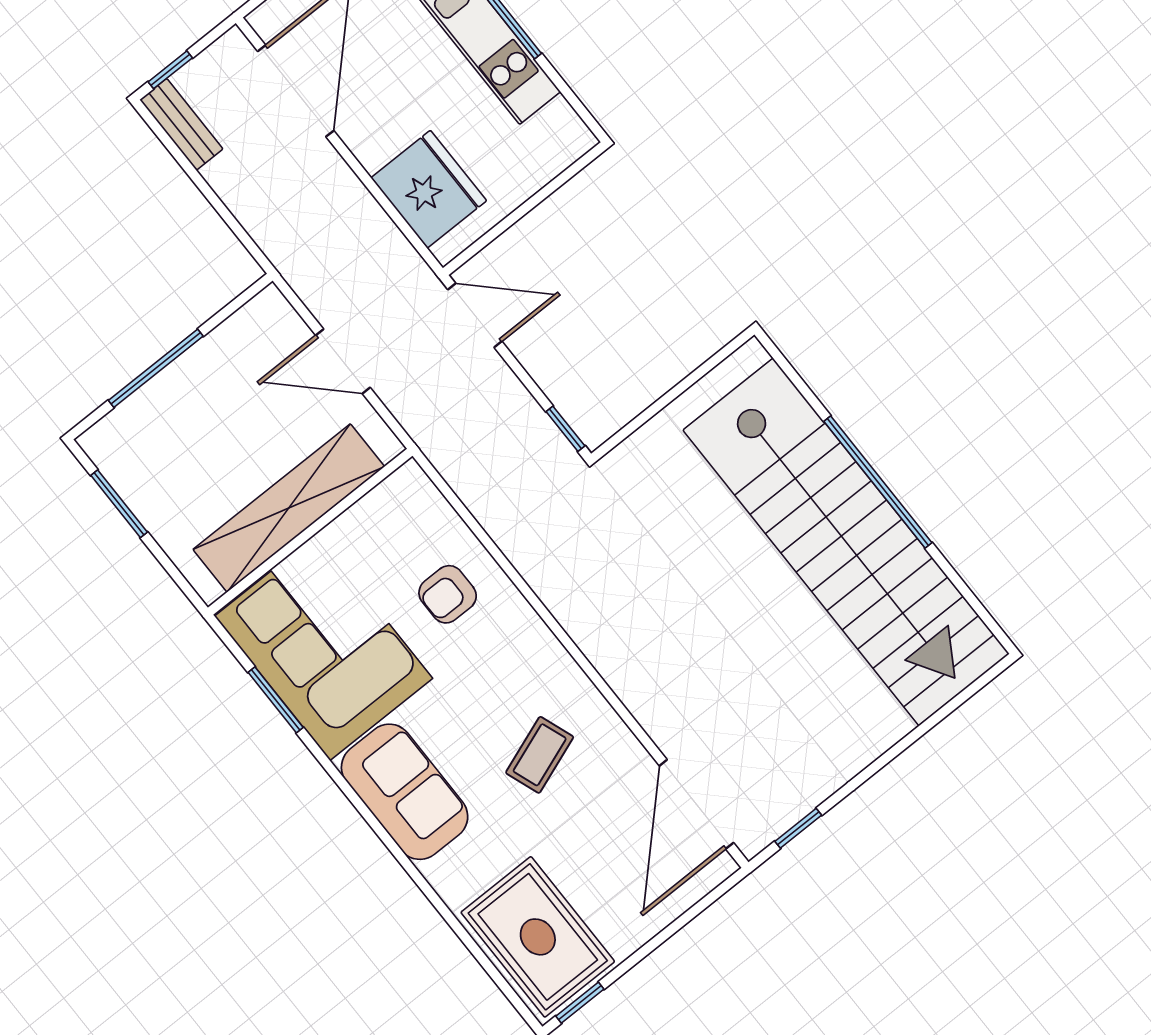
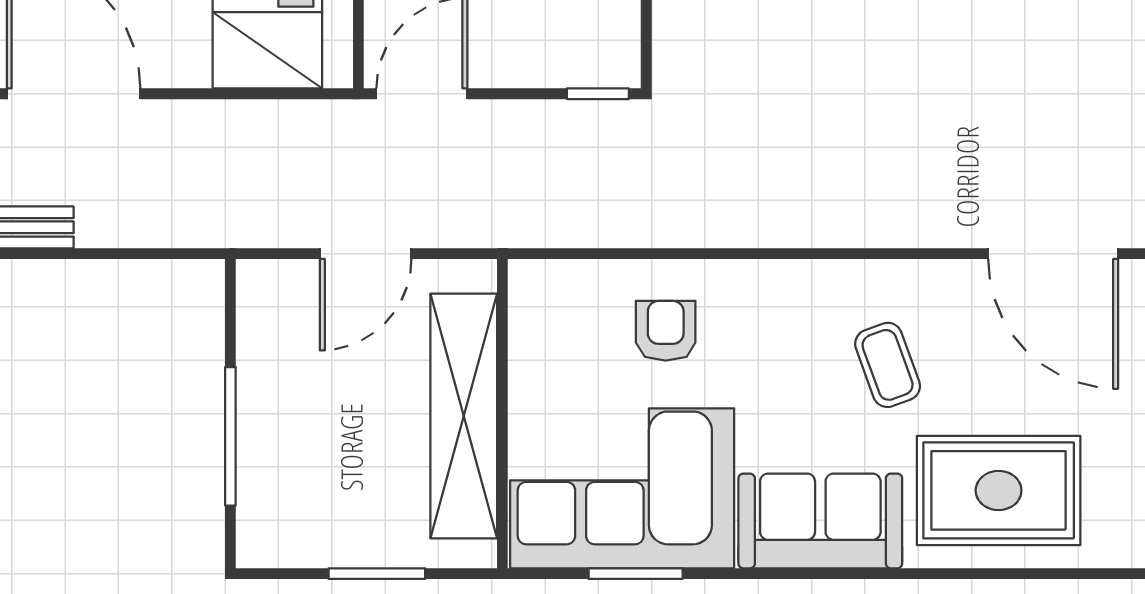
window: (119, 504) -> (377, 574), moved
armchair: (448, 594) -> (666, 331), turned 180
rug: (538, 937) -> (999, 490), moved

